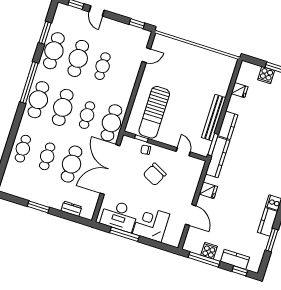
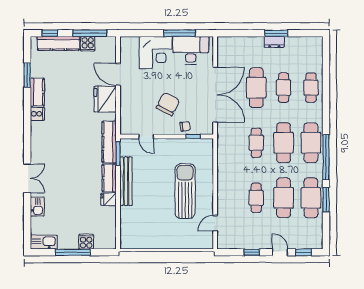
window: (137, 24) -> (252, 252), moved
window: (45, 33) -> (326, 200), moved
fridge: (240, 90) -> (109, 199), moved
sun lounger: (154, 112) -> (185, 191), moved
cafe table: (111, 123) -> (229, 143), removed
fridge: (208, 190) -> (105, 99), width x1.88, depth x1.34
dresser: (71, 209) -> (274, 42), moved
kitchen counter: (235, 259) -> (58, 43), width x1.50

